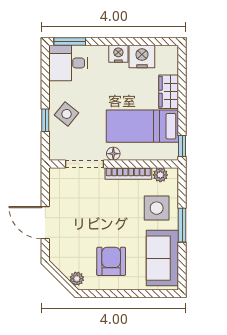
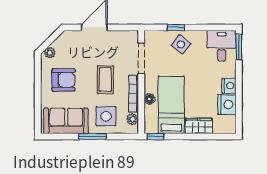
floor lamp: (113, 154) -> (149, 99), moved
coffee table: (111, 209) -> (105, 80), added

